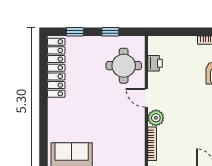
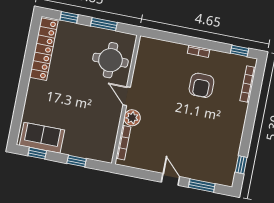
window: (110, 32) -> (104, 24), width x1.50
printer: (155, 63) -> (142, 64), removed

